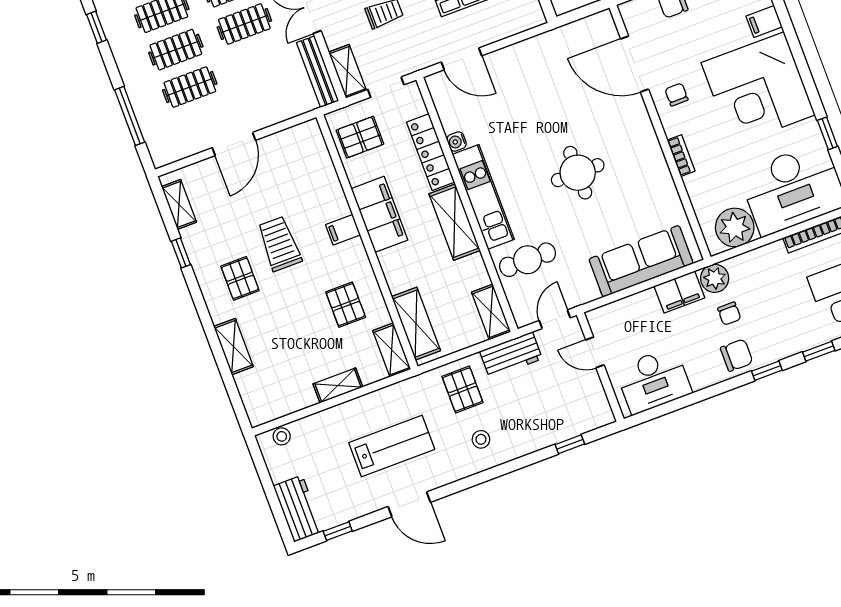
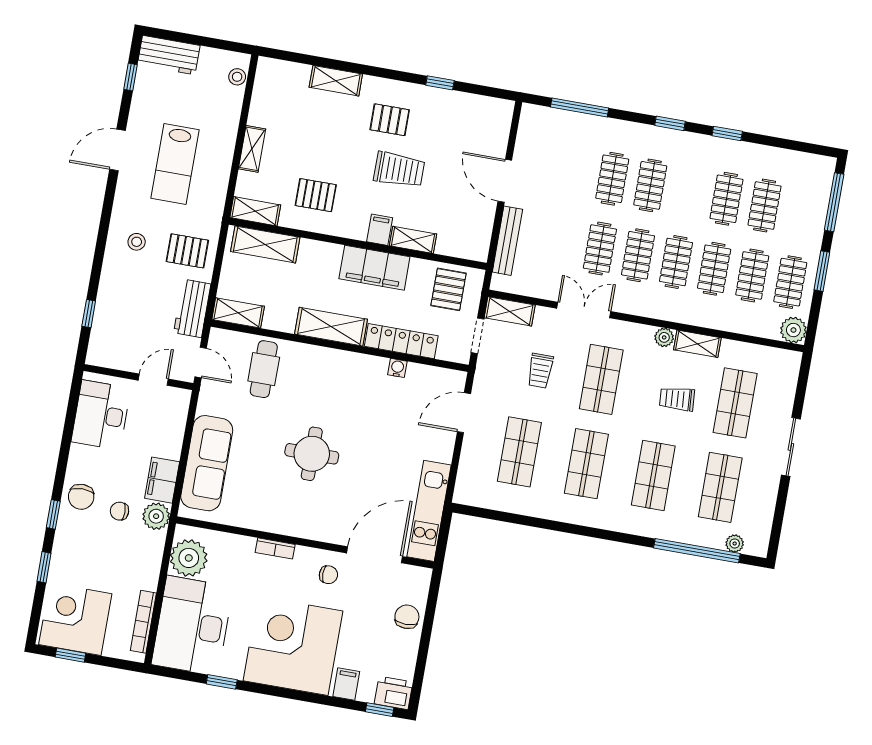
bench: (318, 72) -> (507, 241), moved, turned 90
clothes rail: (190, 87) -> (574, 172), removed
kitchen unit: (483, 197) -> (429, 511), moved, turned 90
shelving: (179, 204) -> (413, 240), moved

